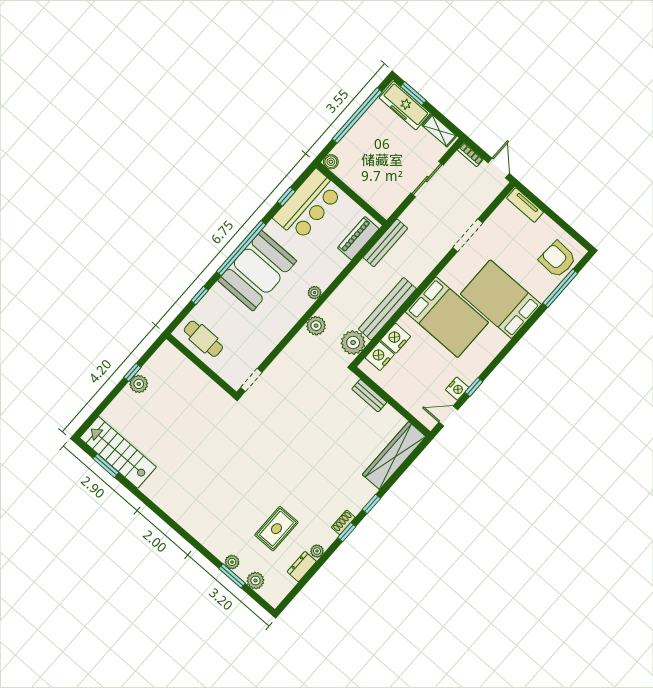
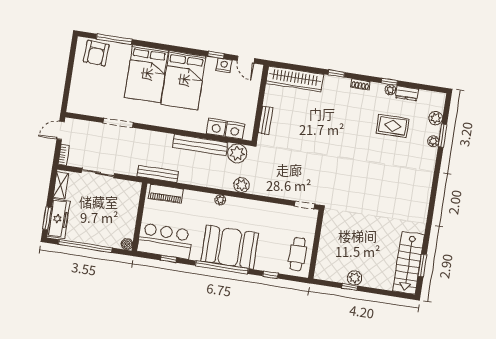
tv unit: (525, 205) -> (74, 97), removed
bed: (447, 317) -> (183, 80), moved, turned 180
window: (347, 532) -> (389, 82), moved

